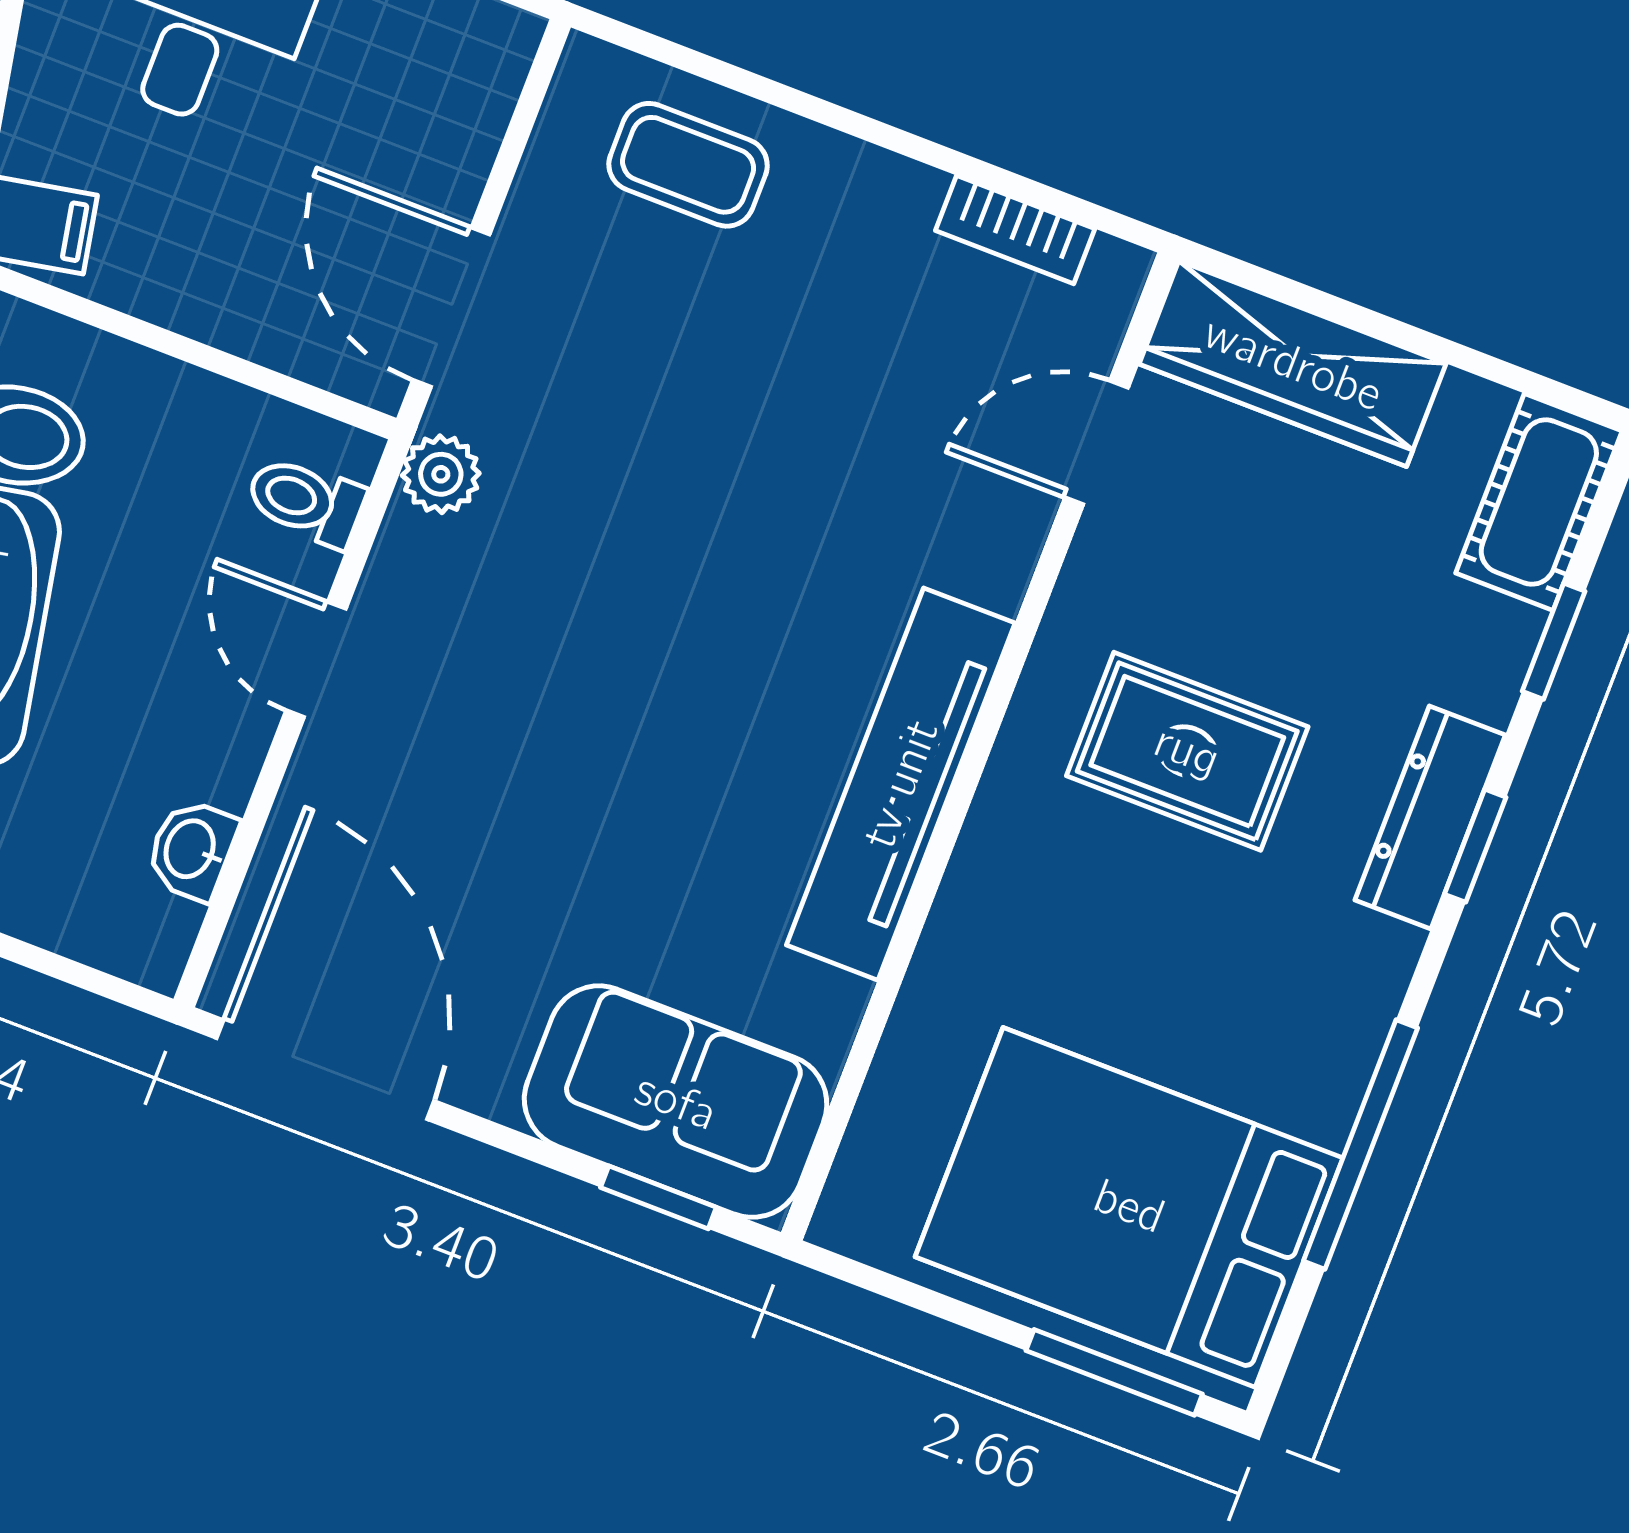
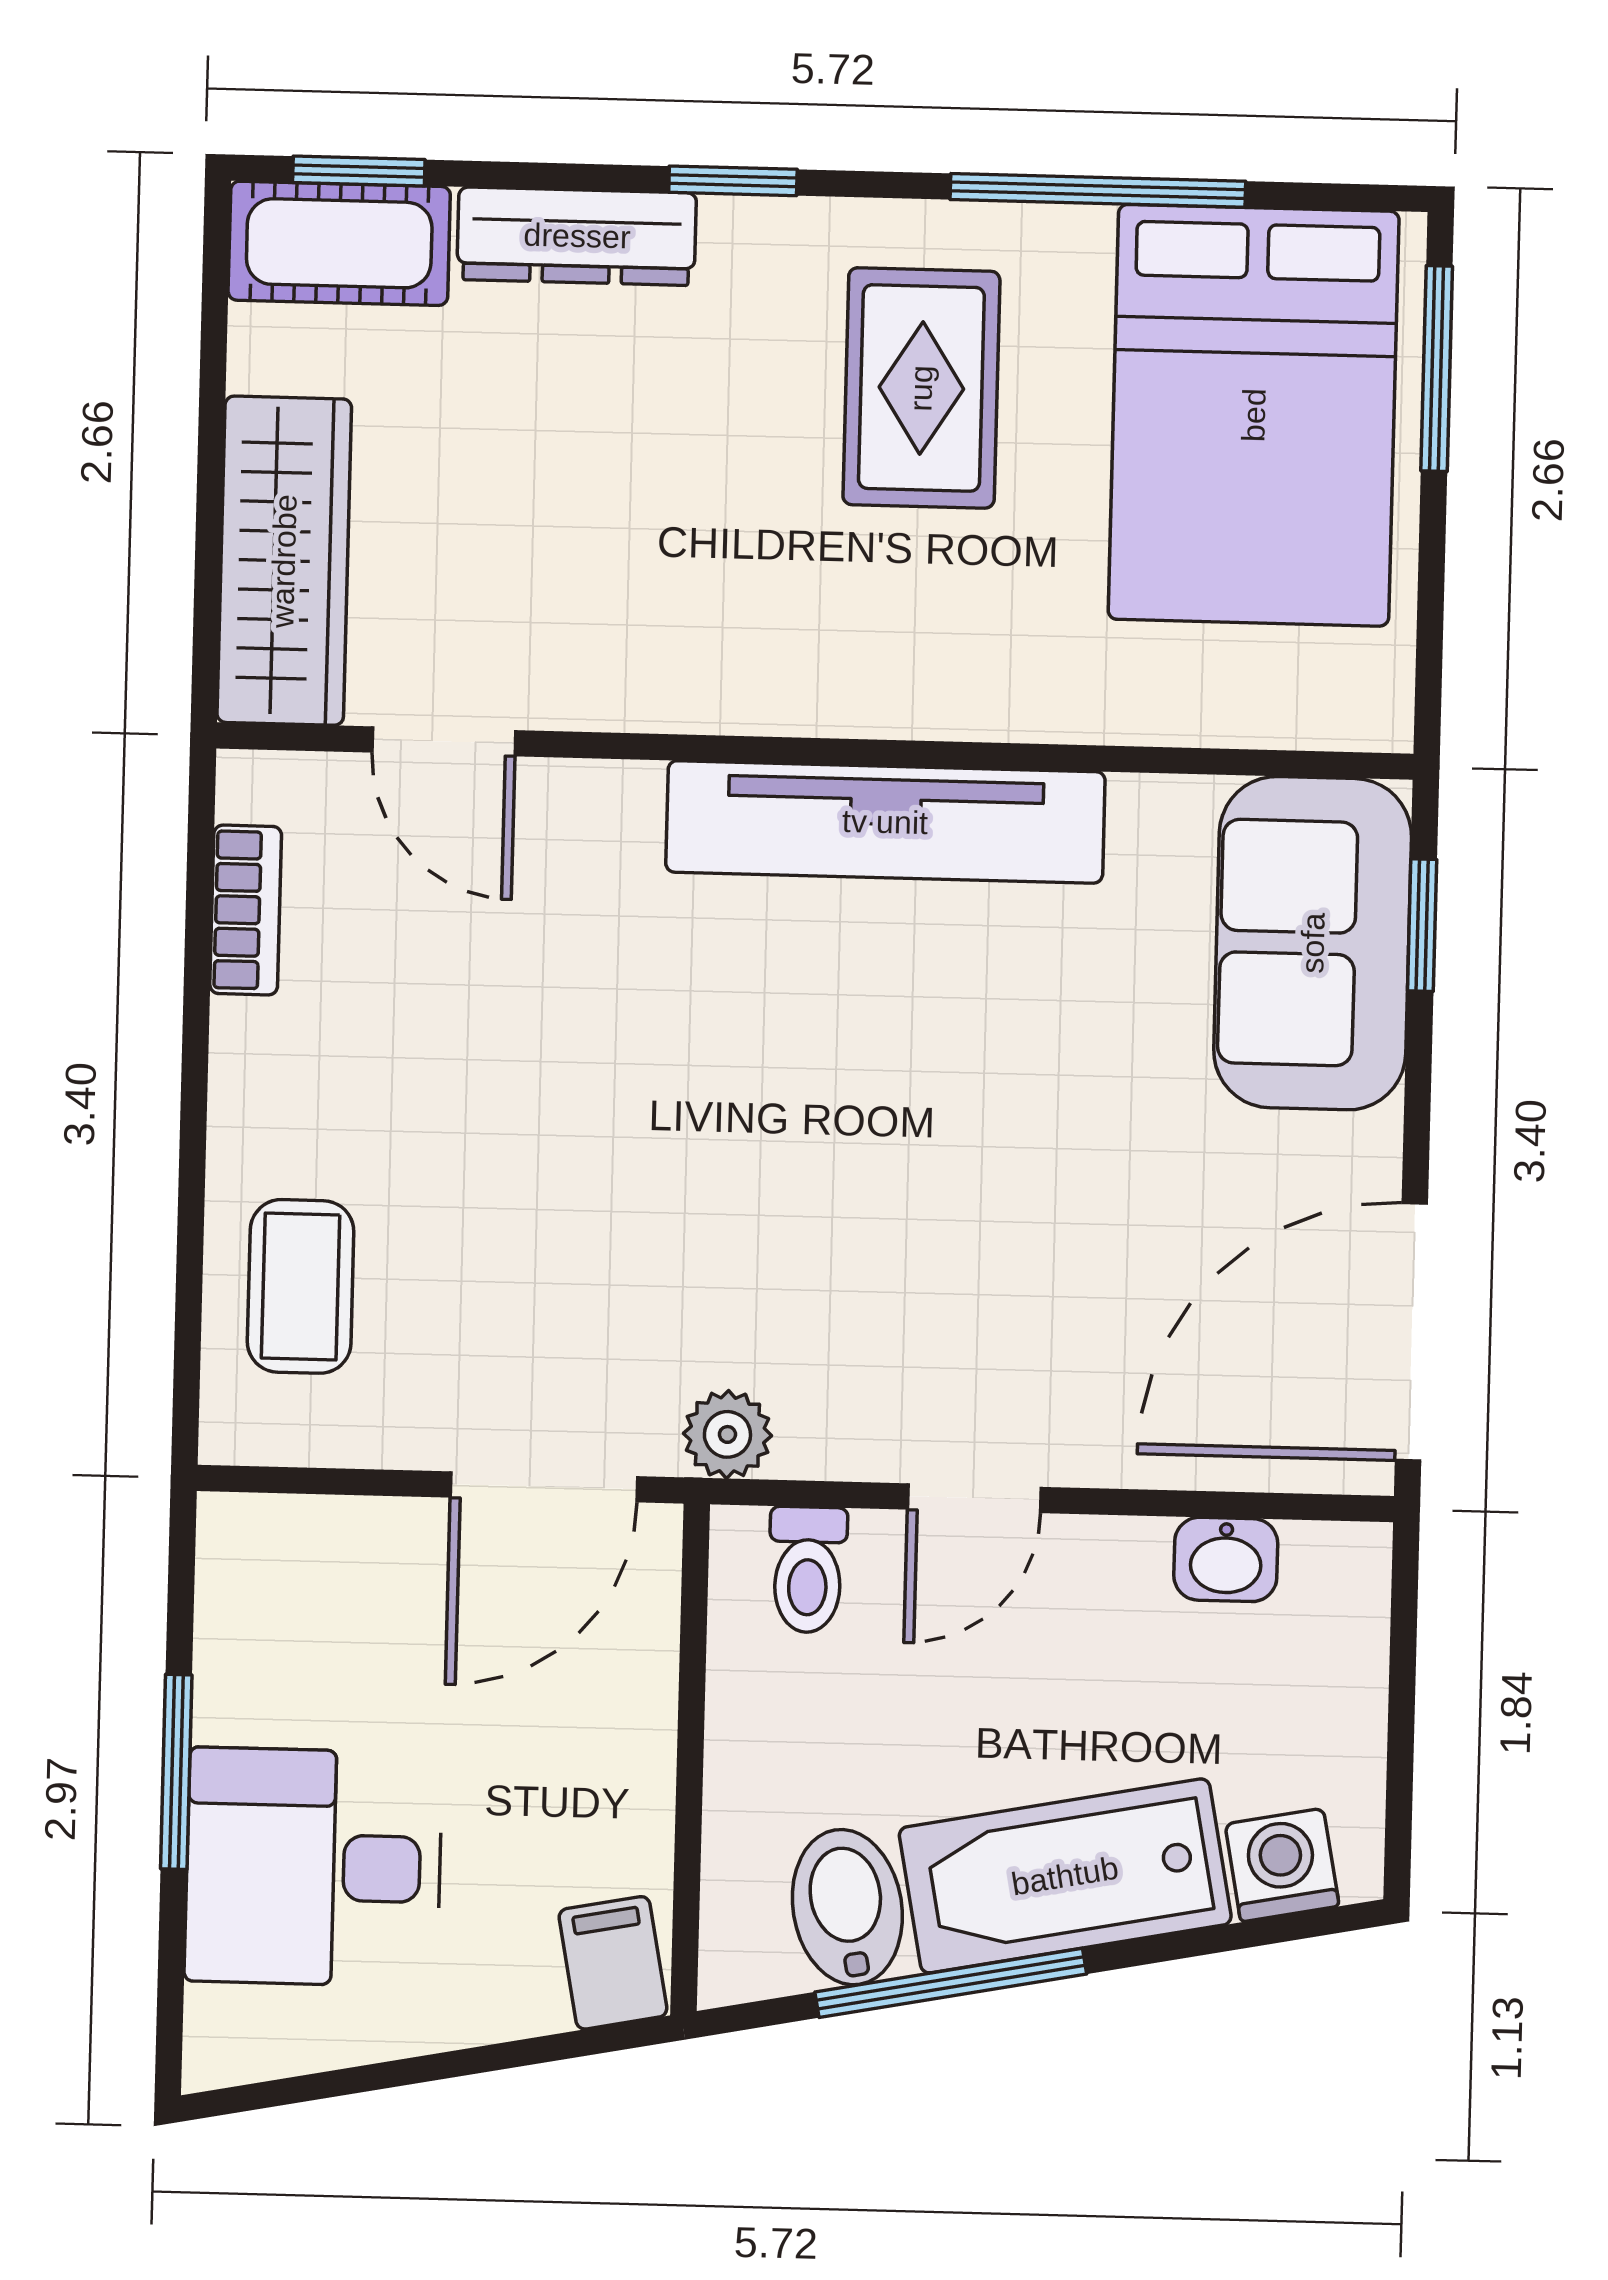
window: (1554, 641) -> (359, 171), moved
rug: (1187, 751) -> (921, 388), moved
dresser: (1430, 818) -> (577, 236), moved

